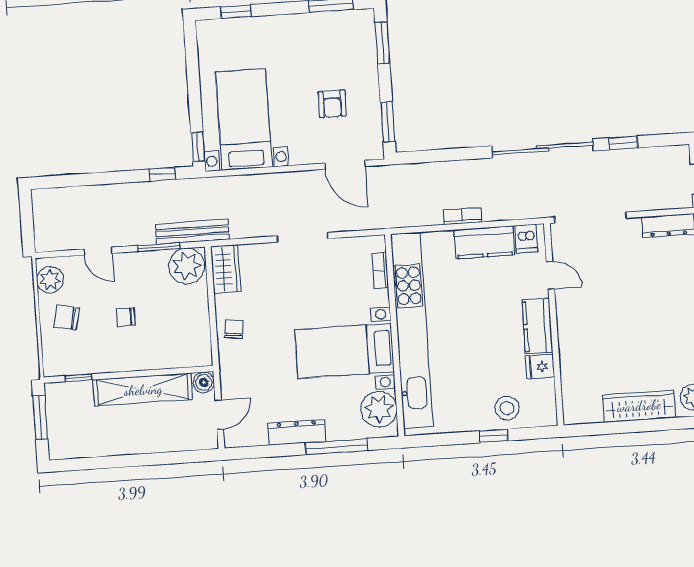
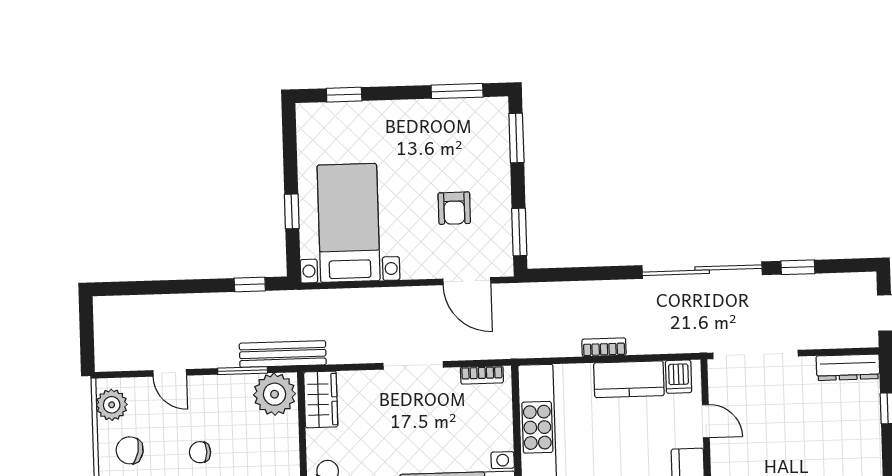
window: (198, 147) -> (292, 211), moved
bookcase: (380, 270) -> (482, 375), moved, turned -90

